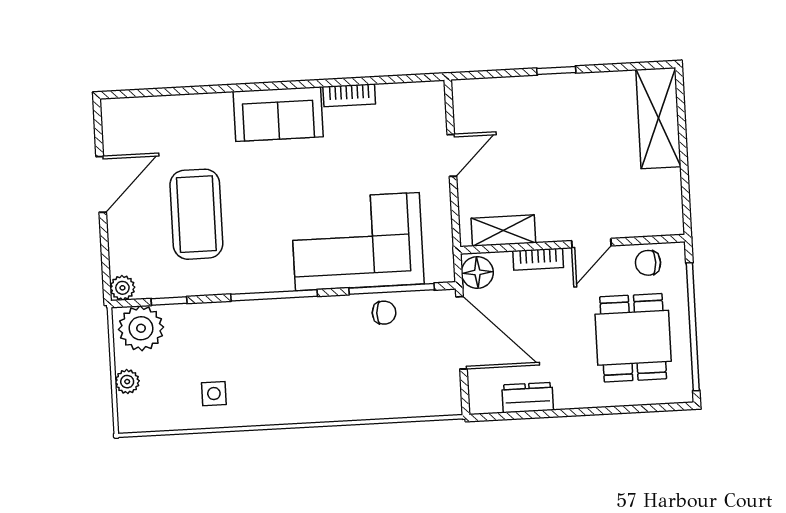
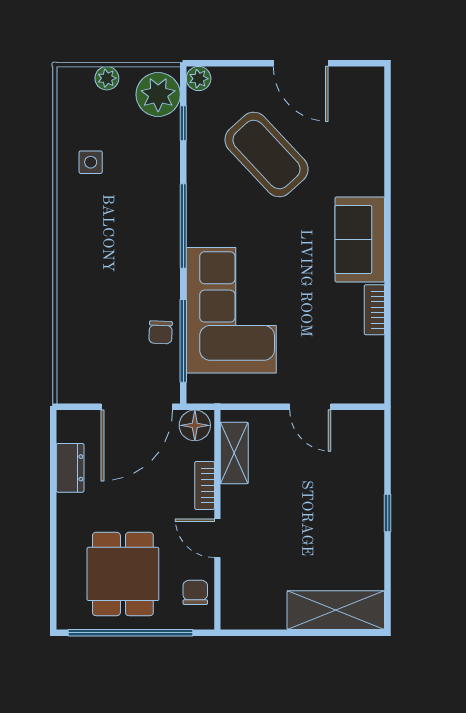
coffee table: (196, 214) -> (267, 155), turned 47
dining table: (633, 338) -> (123, 574), turned 90

